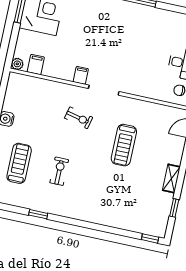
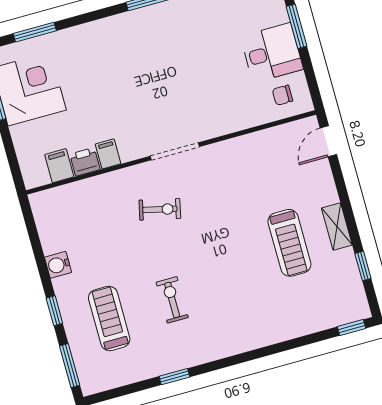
plant: (17, 64) -> (32, 179), removed
printer: (51, 70) -> (85, 162), added
filing cabinet: (81, 75) -> (108, 154), moved
treadmill: (124, 145) -> (289, 243), moved

